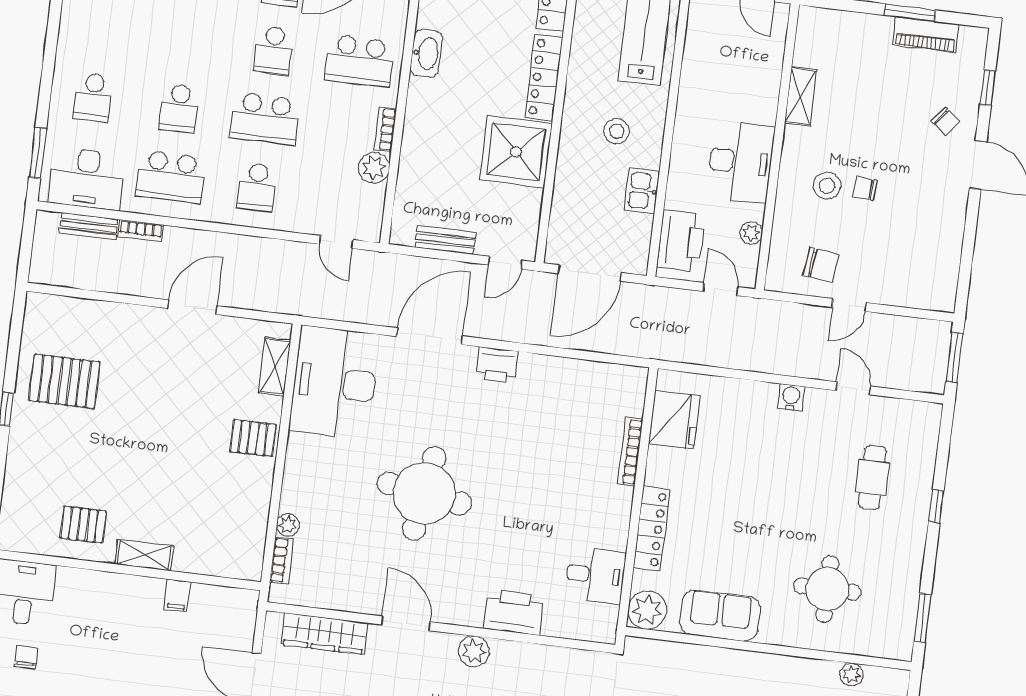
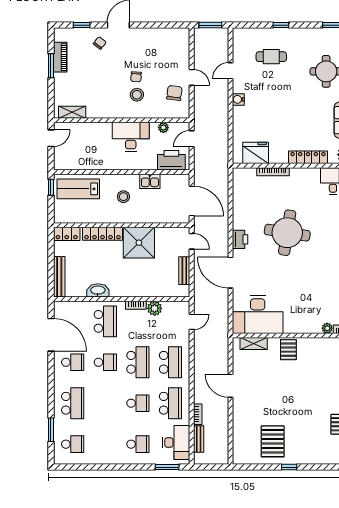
shelving: (801, 96) -> (72, 112), moved
school desk: (257, 187) -> (170, 362), width x1.85
round table: (424, 493) -> (287, 233), moved

